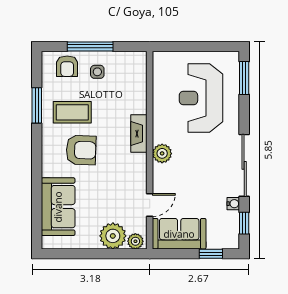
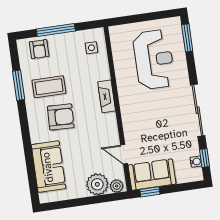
side table: (97, 72) -> (91, 48), moved
reception desk: (201, 98) -> (154, 60), turned 180
plant: (162, 153) -> (128, 110), removed
water cooler: (233, 204) -> (196, 162), moved
door: (150, 205) -> (124, 154), swing flipped
window: (211, 254) -> (150, 192), moved

